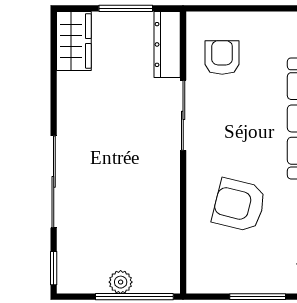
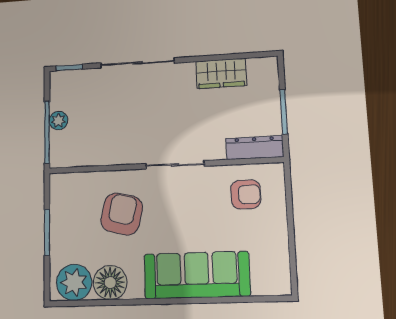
wardrobe: (74, 41) -> (221, 73), moved
sliding door: (183, 115) -> (175, 165), moved

